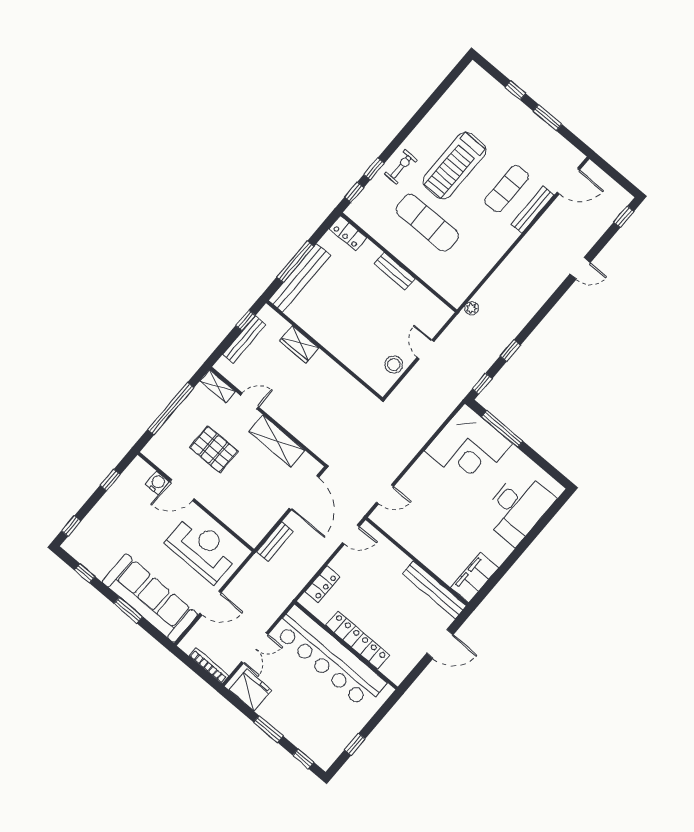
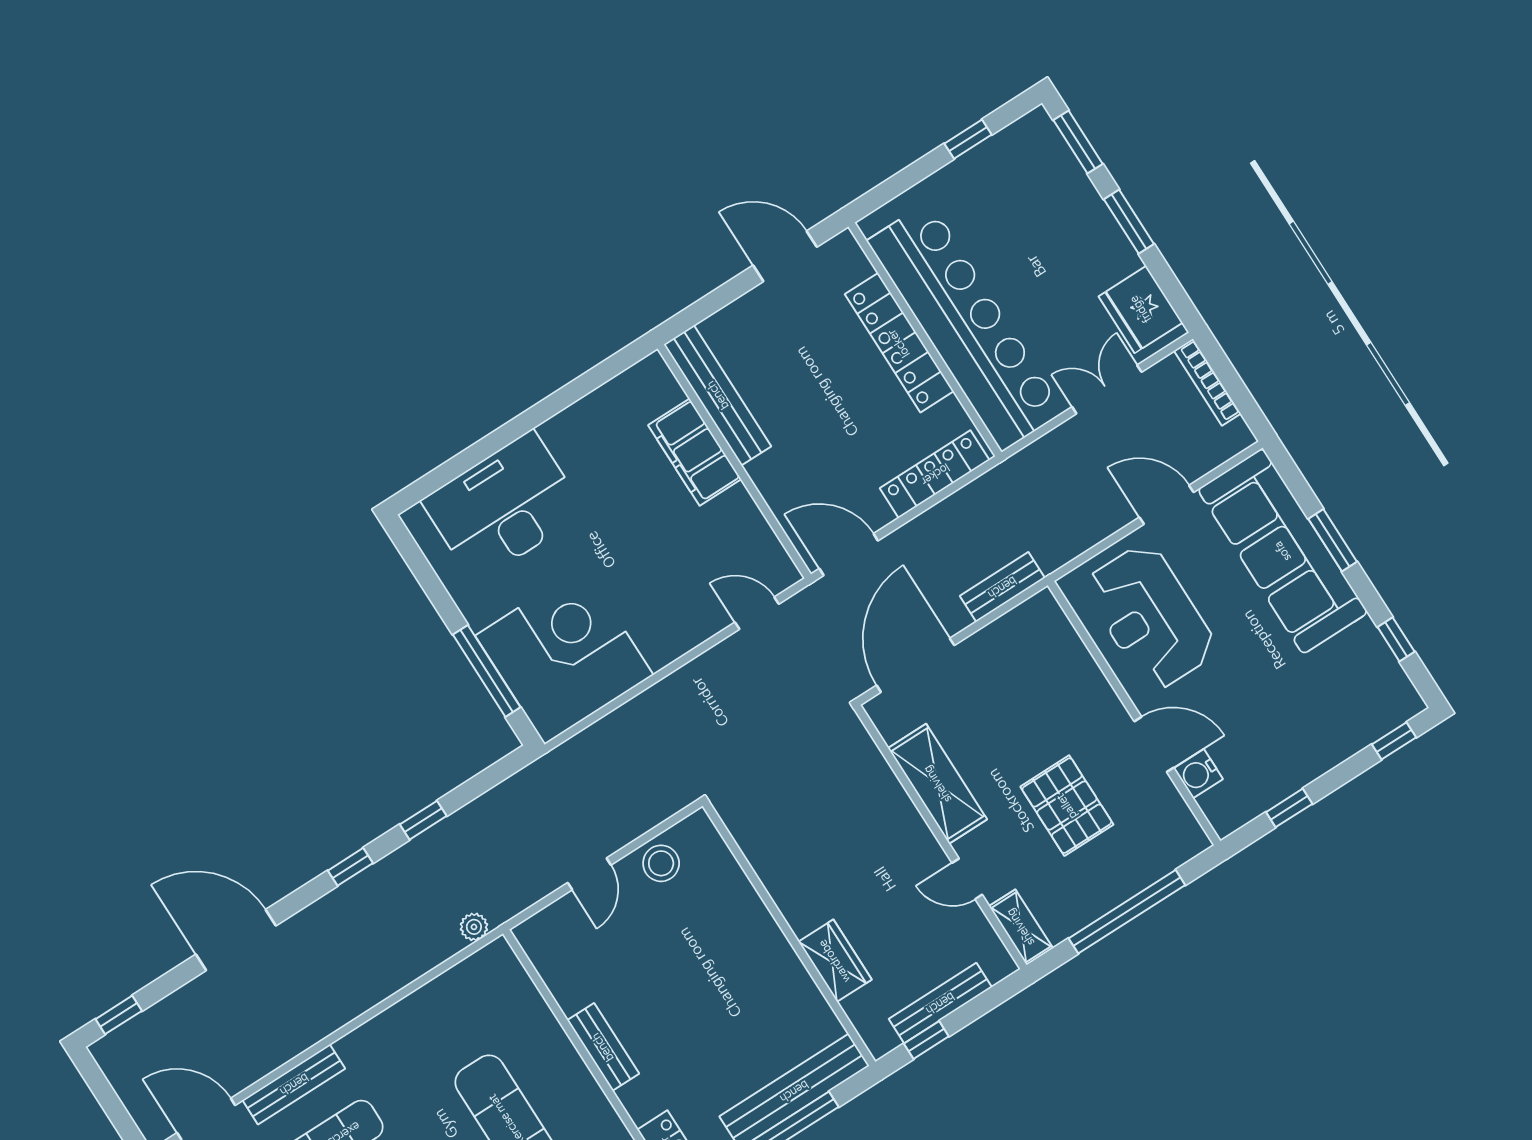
door: (580, 268) -> (236, 940), width x1.87
window: (482, 384) -> (350, 867), moved
door: (351, 535) -> (849, 555), width x1.38
filing cabinet: (475, 578) -> (695, 452), moved, turned 90
locker: (322, 584) -> (935, 474), width x1.53
door: (440, 644) -> (785, 256), moved
window: (303, 759) -> (1078, 142), width x1.50

